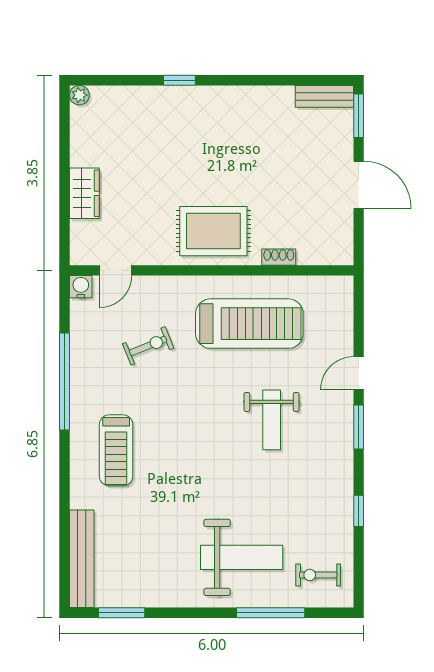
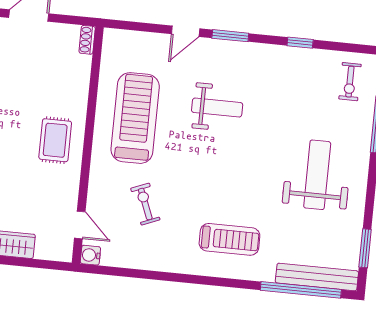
rug: (213, 231) -> (55, 140), width x0.73, depth x0.70
shoe rack: (279, 257) -> (87, 40), moved
door: (359, 373) -> (186, 31), hinge flipped
window: (64, 382) -> (301, 290), moved
weight bench: (242, 557) -> (317, 175), moved

